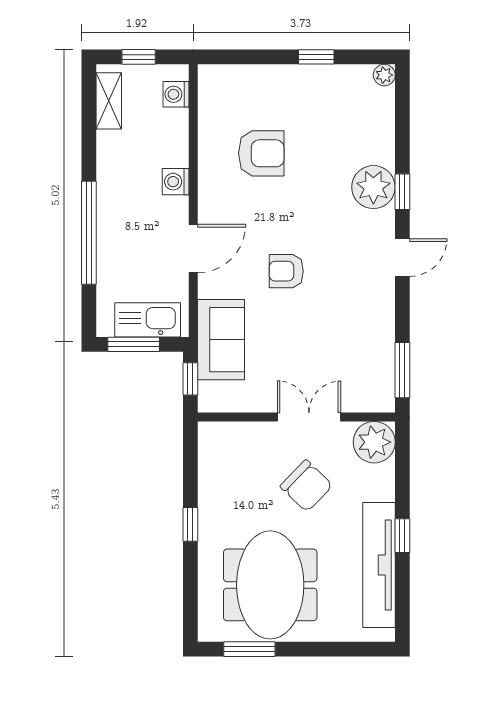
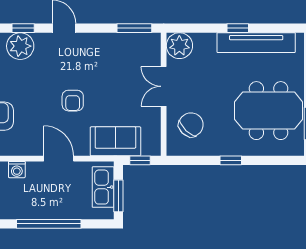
chair: (306, 486) -> (191, 125), moved

